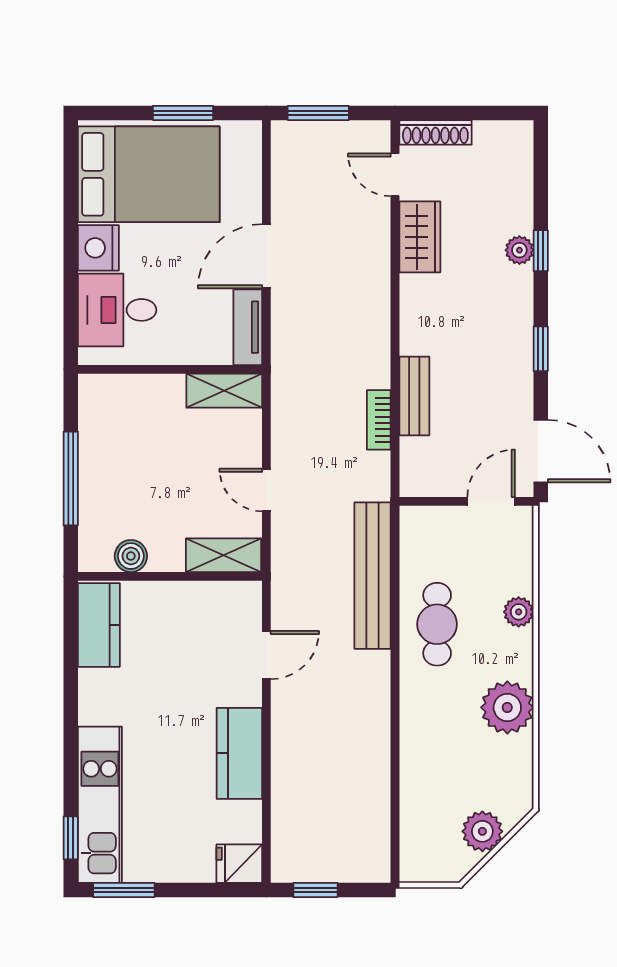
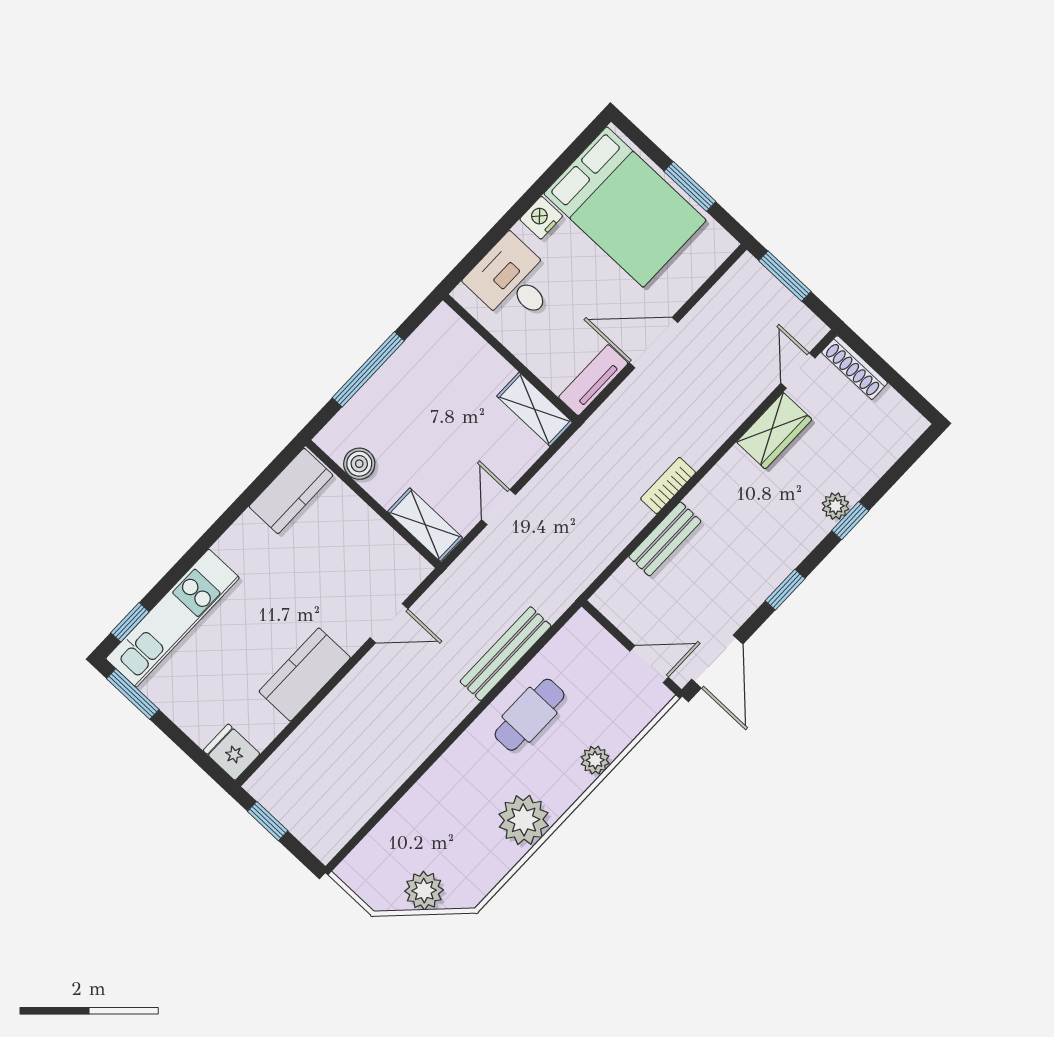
nightstand: (98, 248) -> (541, 218), width x0.74, depth x0.75
bookcase: (379, 420) -> (668, 486), moved
bench: (373, 576) -> (506, 654), width x0.73, depth x0.82

